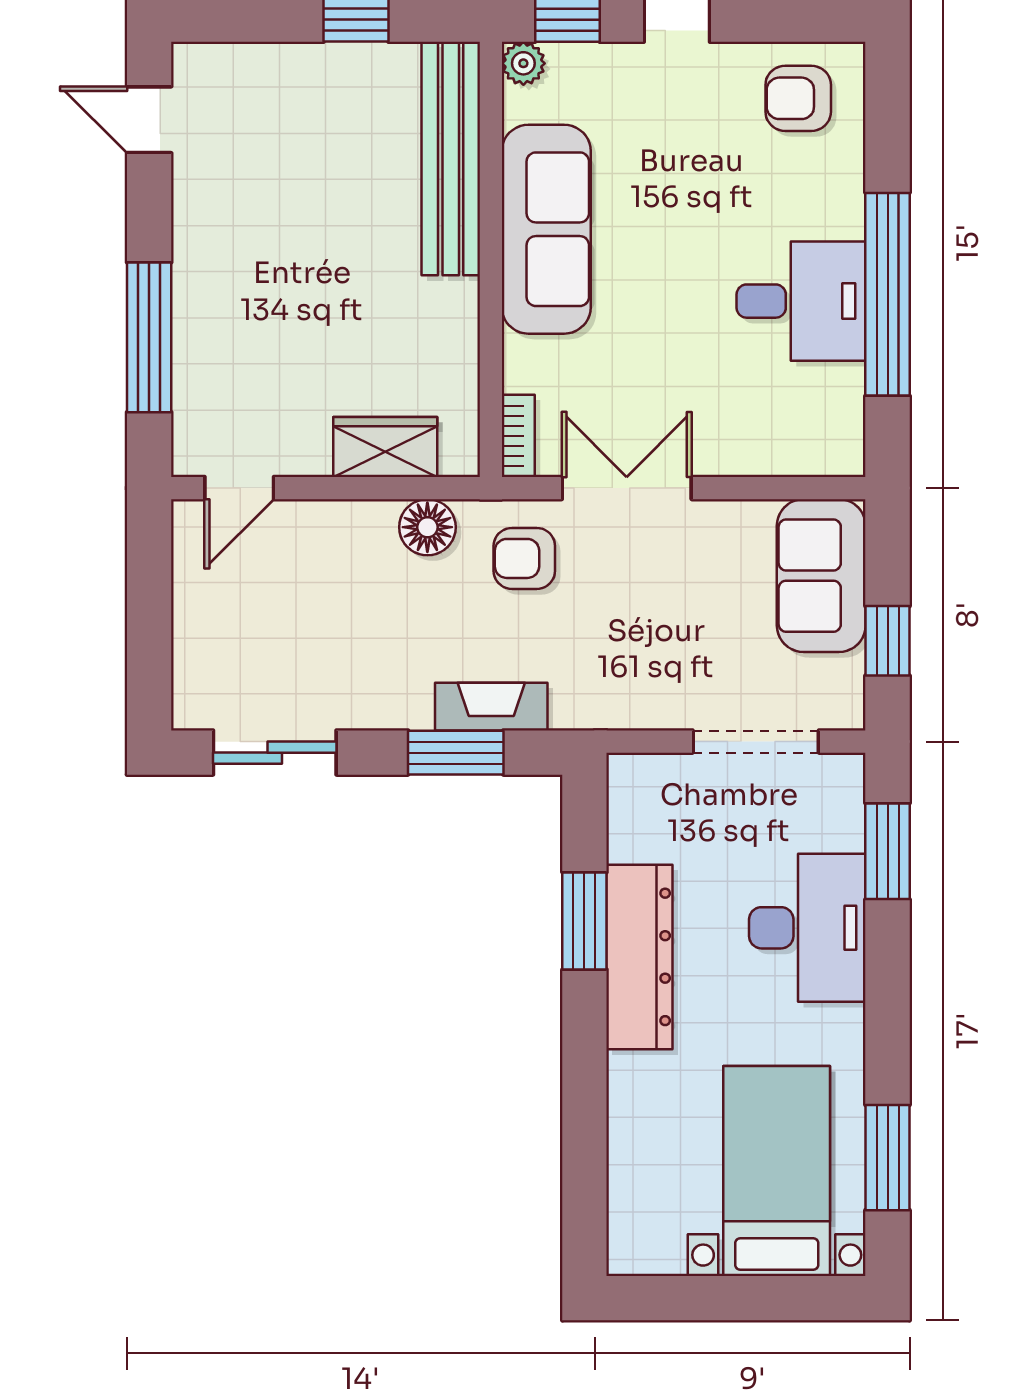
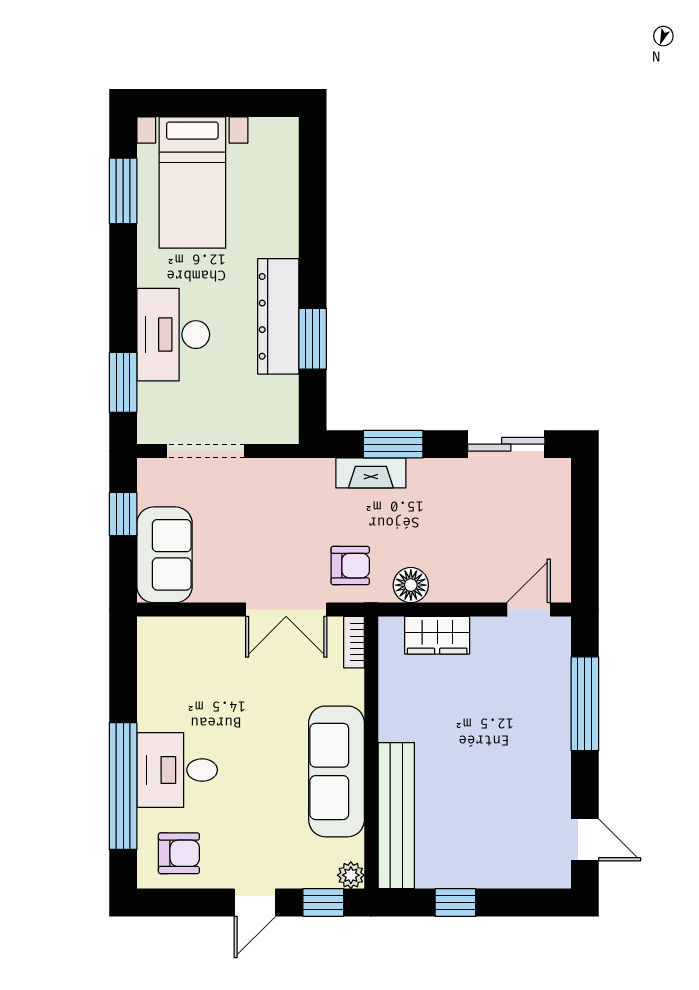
window: (888, 294) -> (123, 786), moved
desk: (801, 301) -> (177, 770), moved

